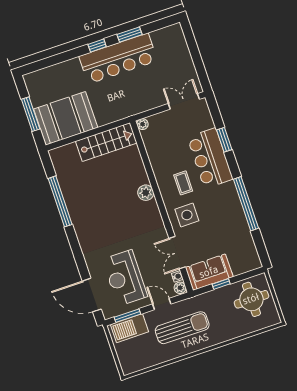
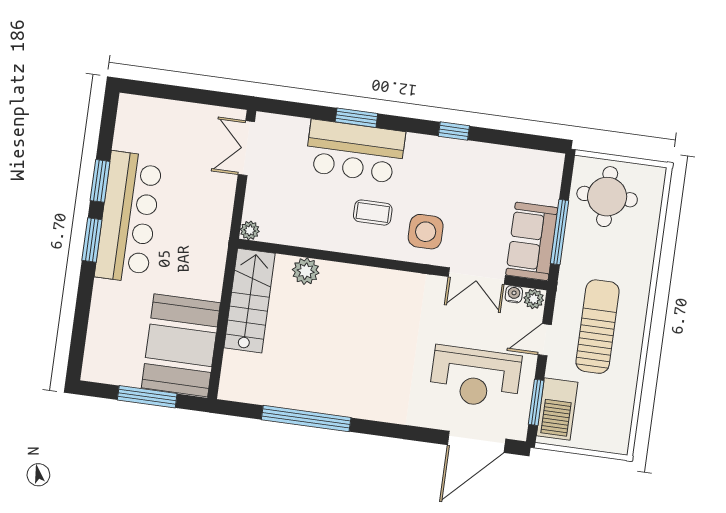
window: (97, 46) -> (92, 240), width x1.50
window: (224, 140) -> (356, 118), moved
plant: (146, 193) -> (306, 271), moved
window: (246, 204) -> (454, 131), width x0.32
window: (221, 284) -> (559, 232), width x2.17

